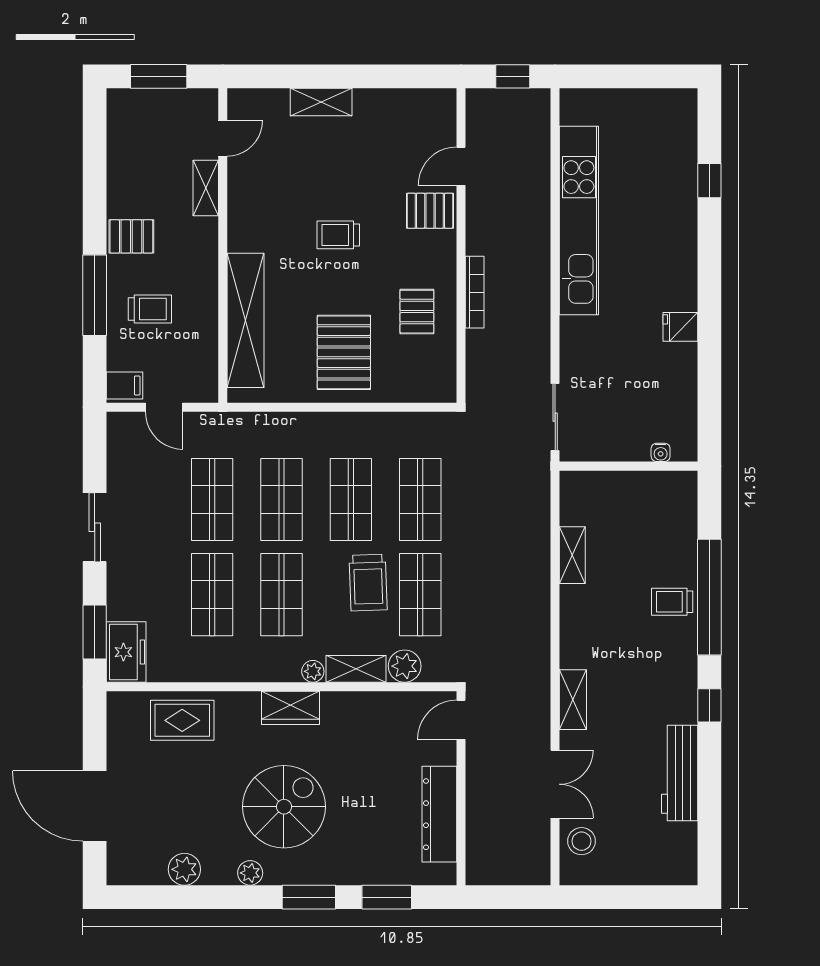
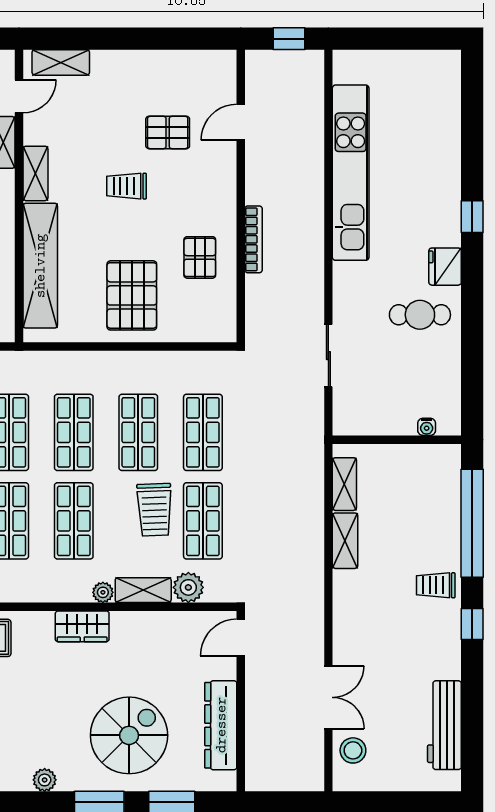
shelving: (321, 102) -> (61, 62), moved
window: (709, 181) -> (472, 217), moved
pallet: (430, 211) -> (168, 132), moved
shelving: (240, 221) -> (35, 173), added
fridge: (680, 327) -> (445, 267), width x1.38
cafe table: (653, 373) -> (420, 315), added
water cooler: (661, 452) -> (427, 427), moved
wall: (629, 466) -> (397, 440), moved
trolley: (672, 602) -> (436, 585), moved
shelving: (573, 700) -> (345, 541), moved
workbench: (680, 773) -> (444, 725), moved
spiral stairs: (284, 807) -> (129, 735), moved

